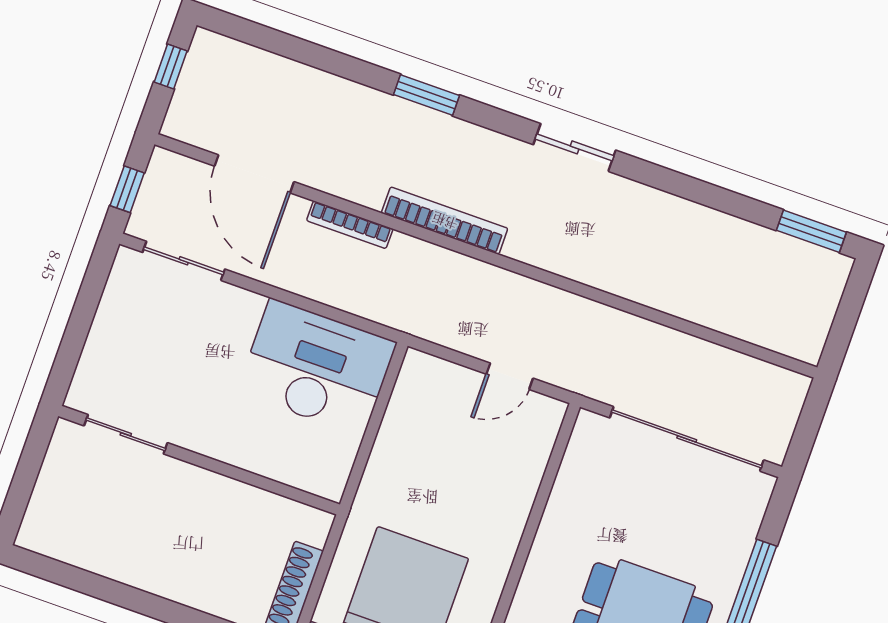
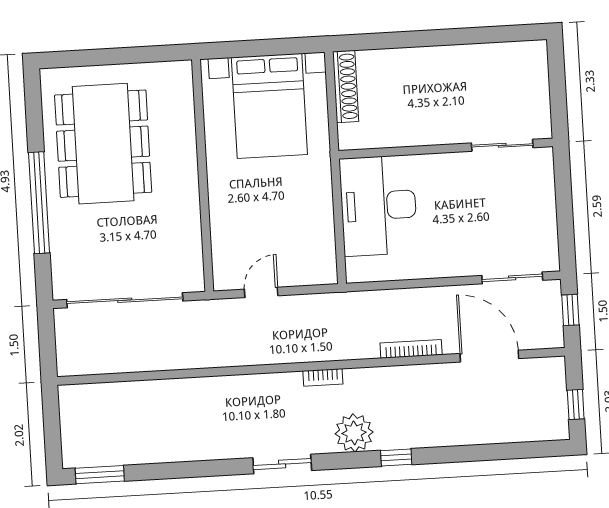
window: (426, 95) -> (396, 457), width x0.67
plant: (467, 149) -> (354, 433), added
bookcase: (445, 221) -> (323, 377), width x0.43, depth x0.76
desk: (317, 367) -> (378, 206), moved, turned 90

